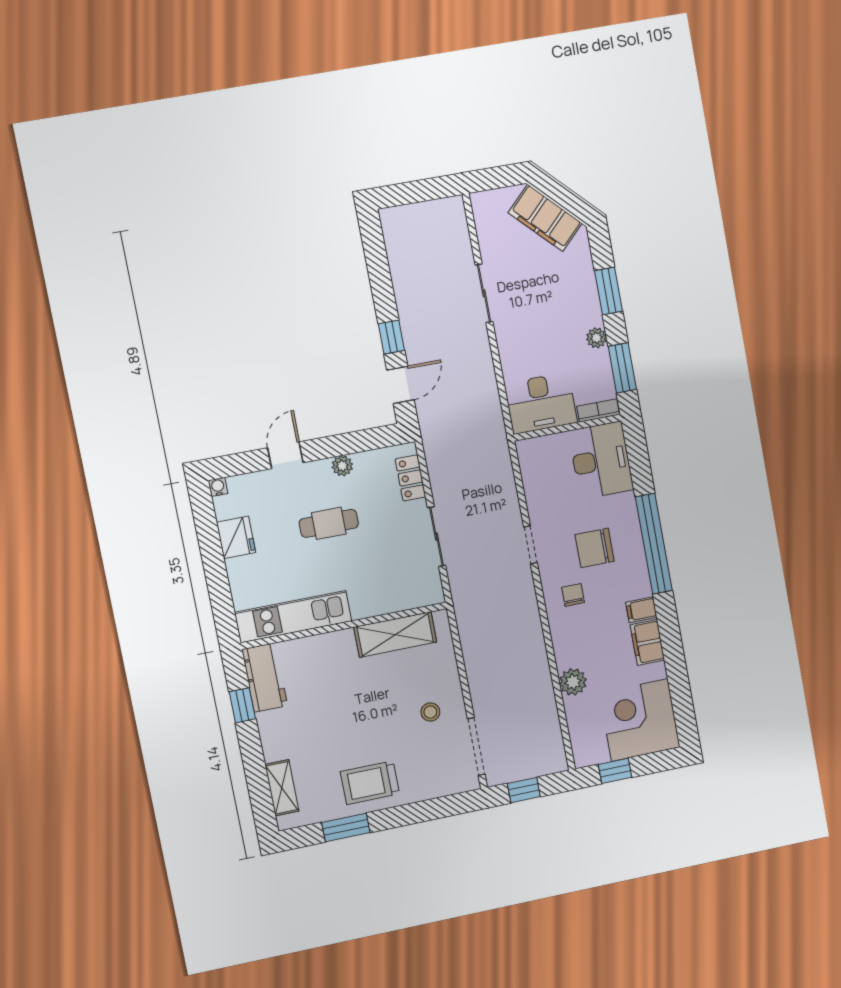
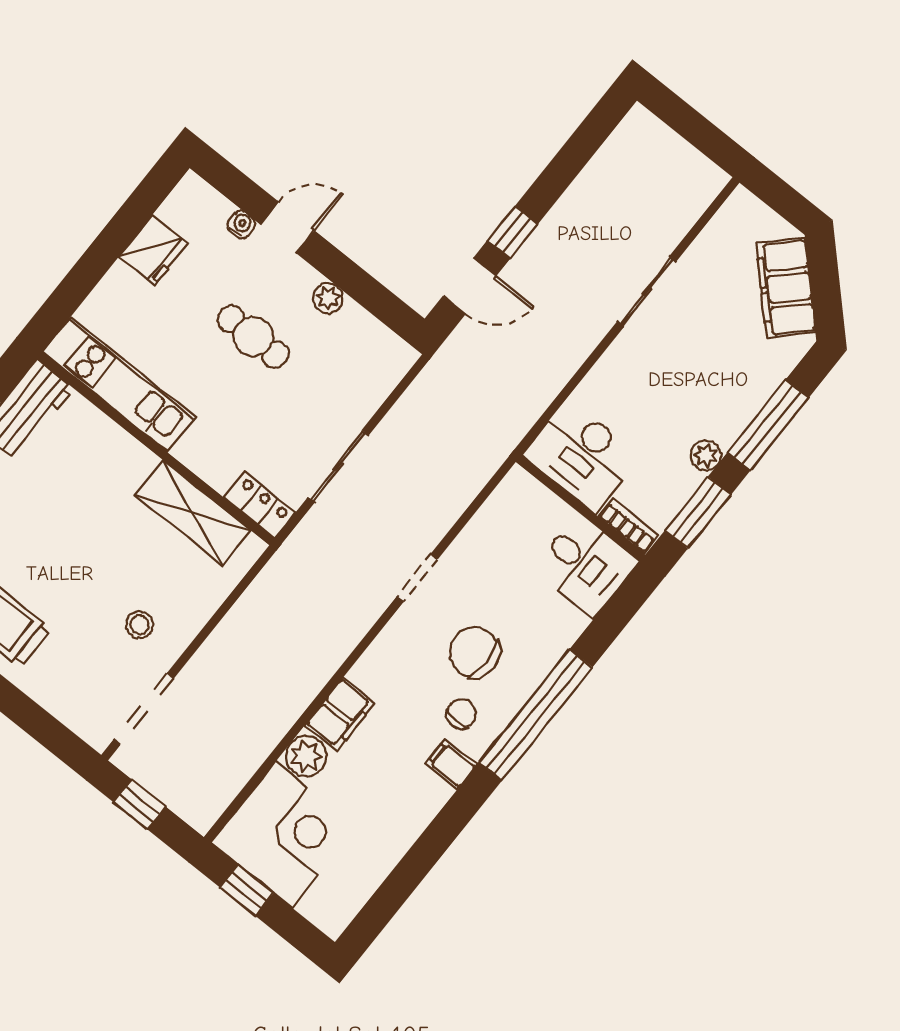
window: (609, 291) -> (768, 425), width x1.44
desk: (601, 460) -> (585, 565), width x0.73
locker: (410, 478) -> (260, 505), moved, turned 90
water cooler: (218, 487) -> (241, 224), moved
chair: (573, 595) -> (461, 714), moved
filing cabinet: (647, 642) -> (340, 714), moved, turned 180
corner desk: (640, 720) -> (284, 835), moved, turned 90

